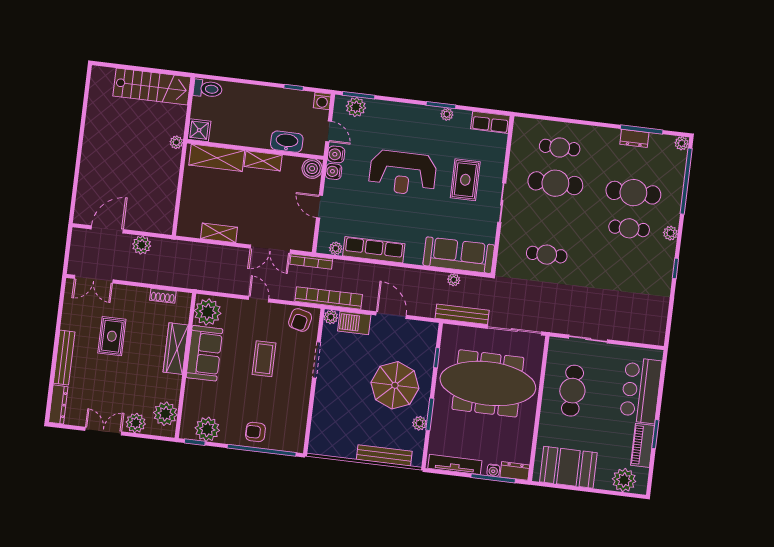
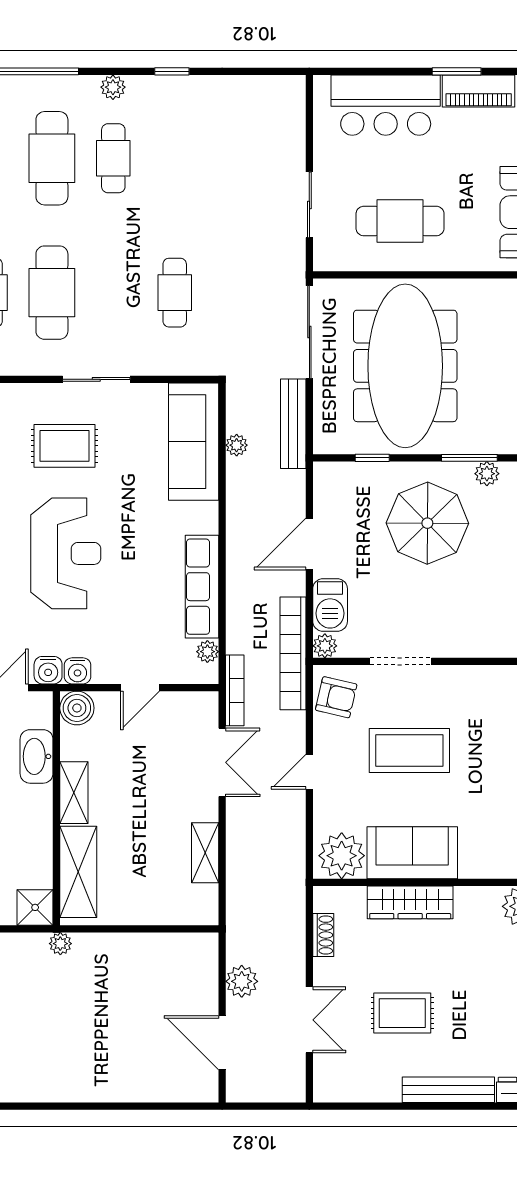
double door: (94, 279) -> (309, 1020), moved
coffee table: (264, 359) -> (409, 750), width x1.36, depth x1.32

